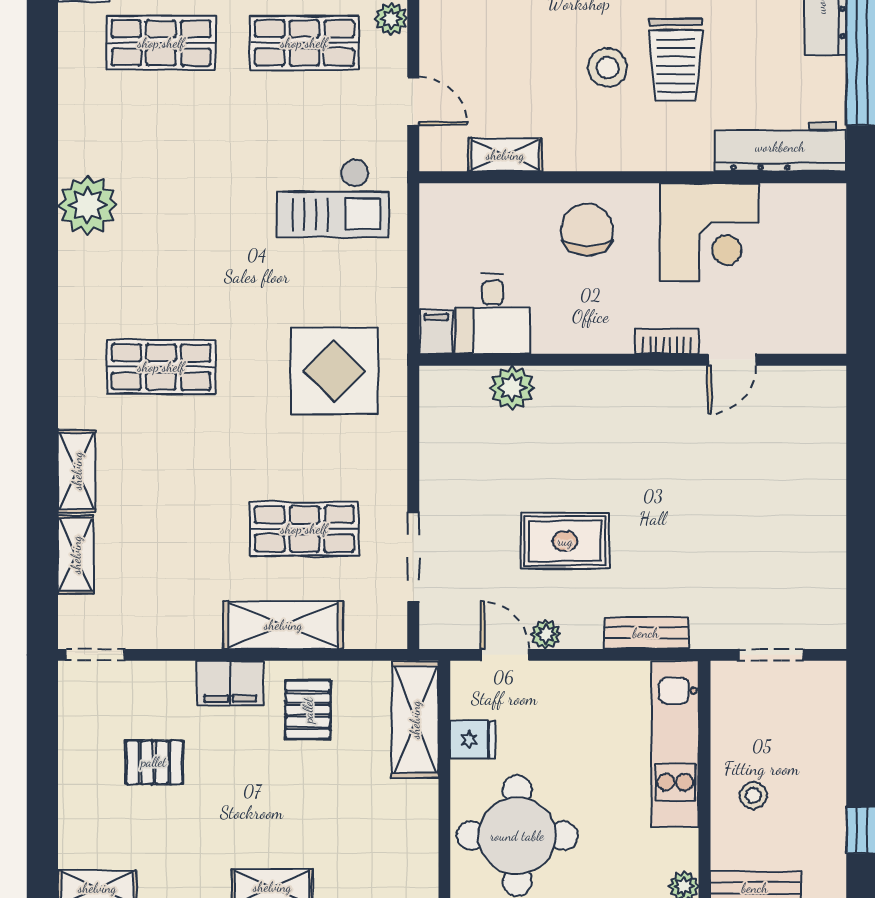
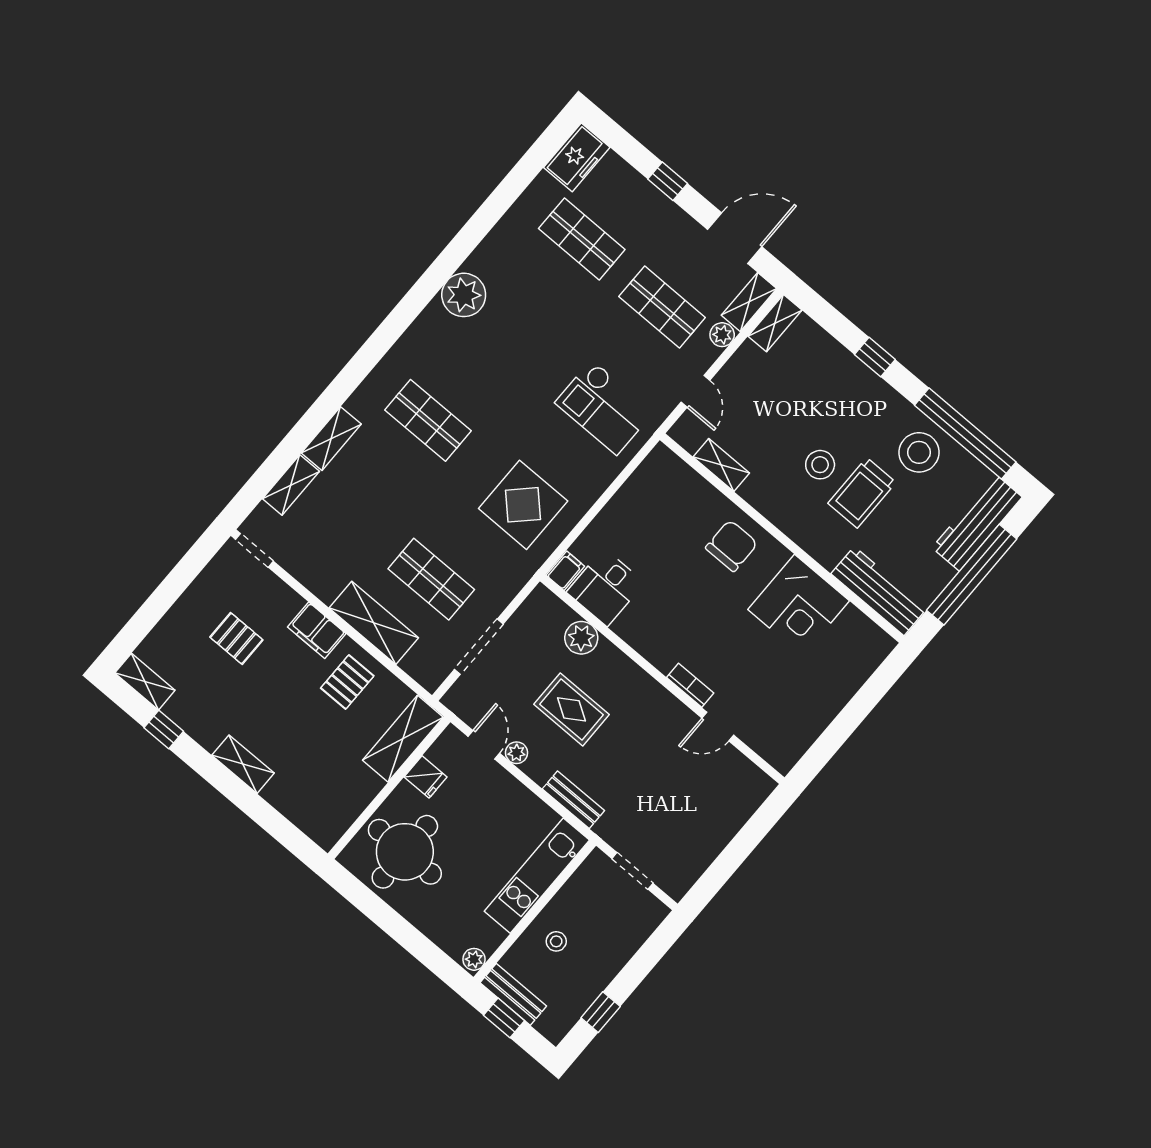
desk: (493, 314) -> (606, 587), moved
filing cabinet: (436, 332) -> (565, 571), moved
bookcase: (667, 341) -> (690, 685), moved
wall: (633, 360) -> (662, 679), moved
door: (732, 360) -> (718, 727), moved
plant: (512, 388) -> (581, 638), moved

